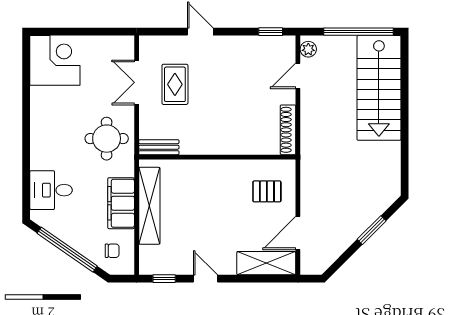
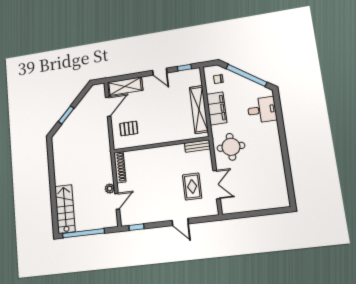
plant: (308, 49) -> (110, 189), moved
corner desk: (55, 60) -> (272, 192), removed
stairs: (379, 88) -> (65, 209), width x0.73, depth x0.66

